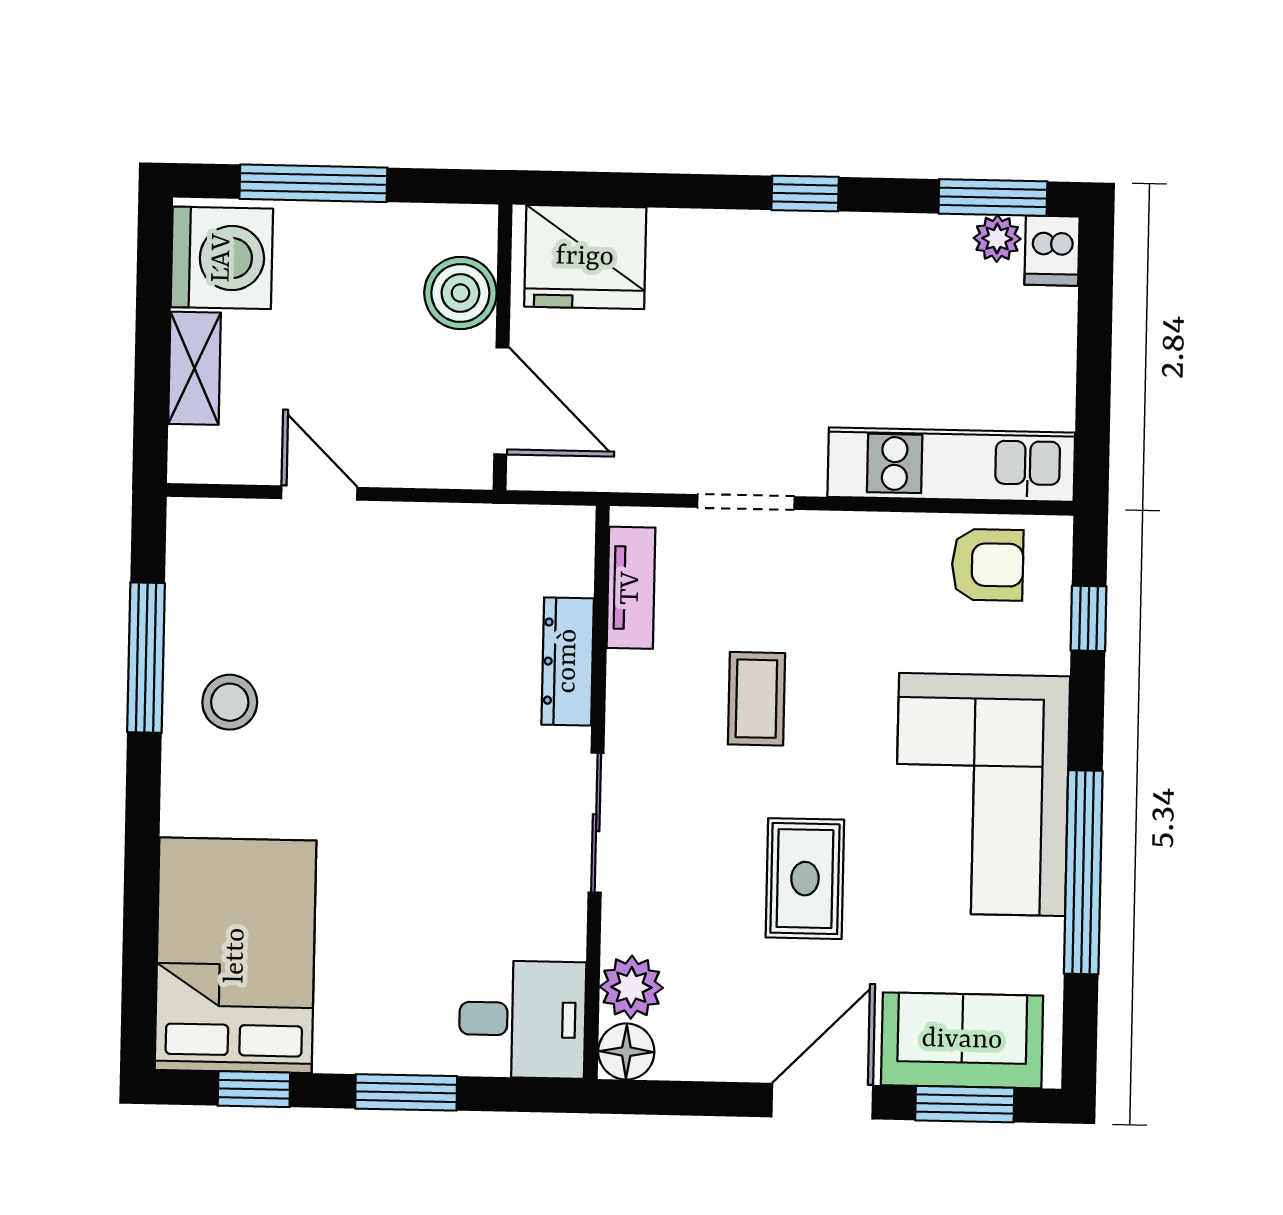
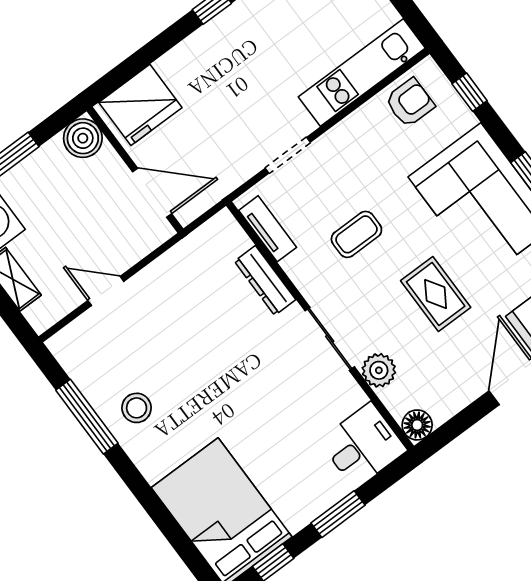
boiler: (460, 293) -> (83, 138), moved
coffee table: (756, 699) -> (356, 234), turned 90
plant: (631, 987) -> (379, 370), moved

